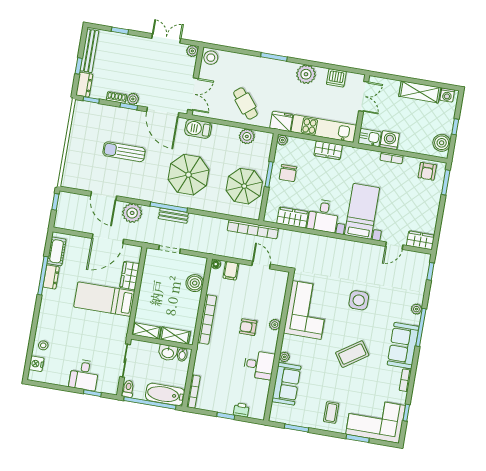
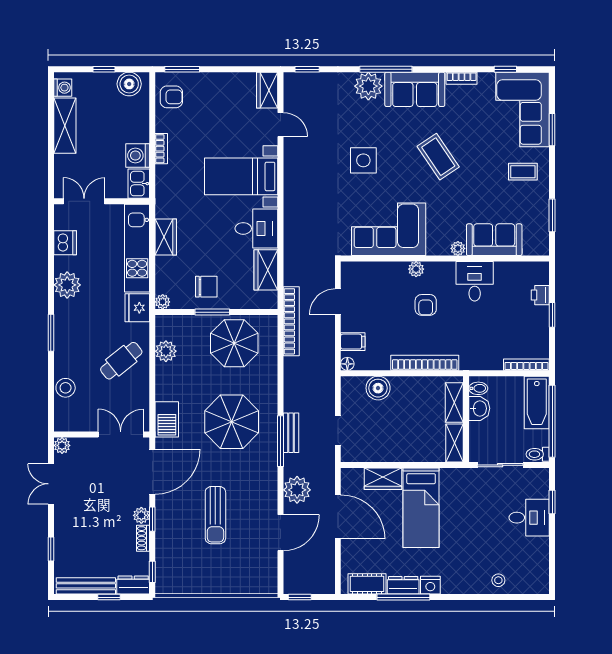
stool: (211, 58) -> (66, 388), moved
plant: (416, 309) -> (368, 86), width x1.88, depth x1.88
nightstand: (36, 364) -> (430, 585), moved

